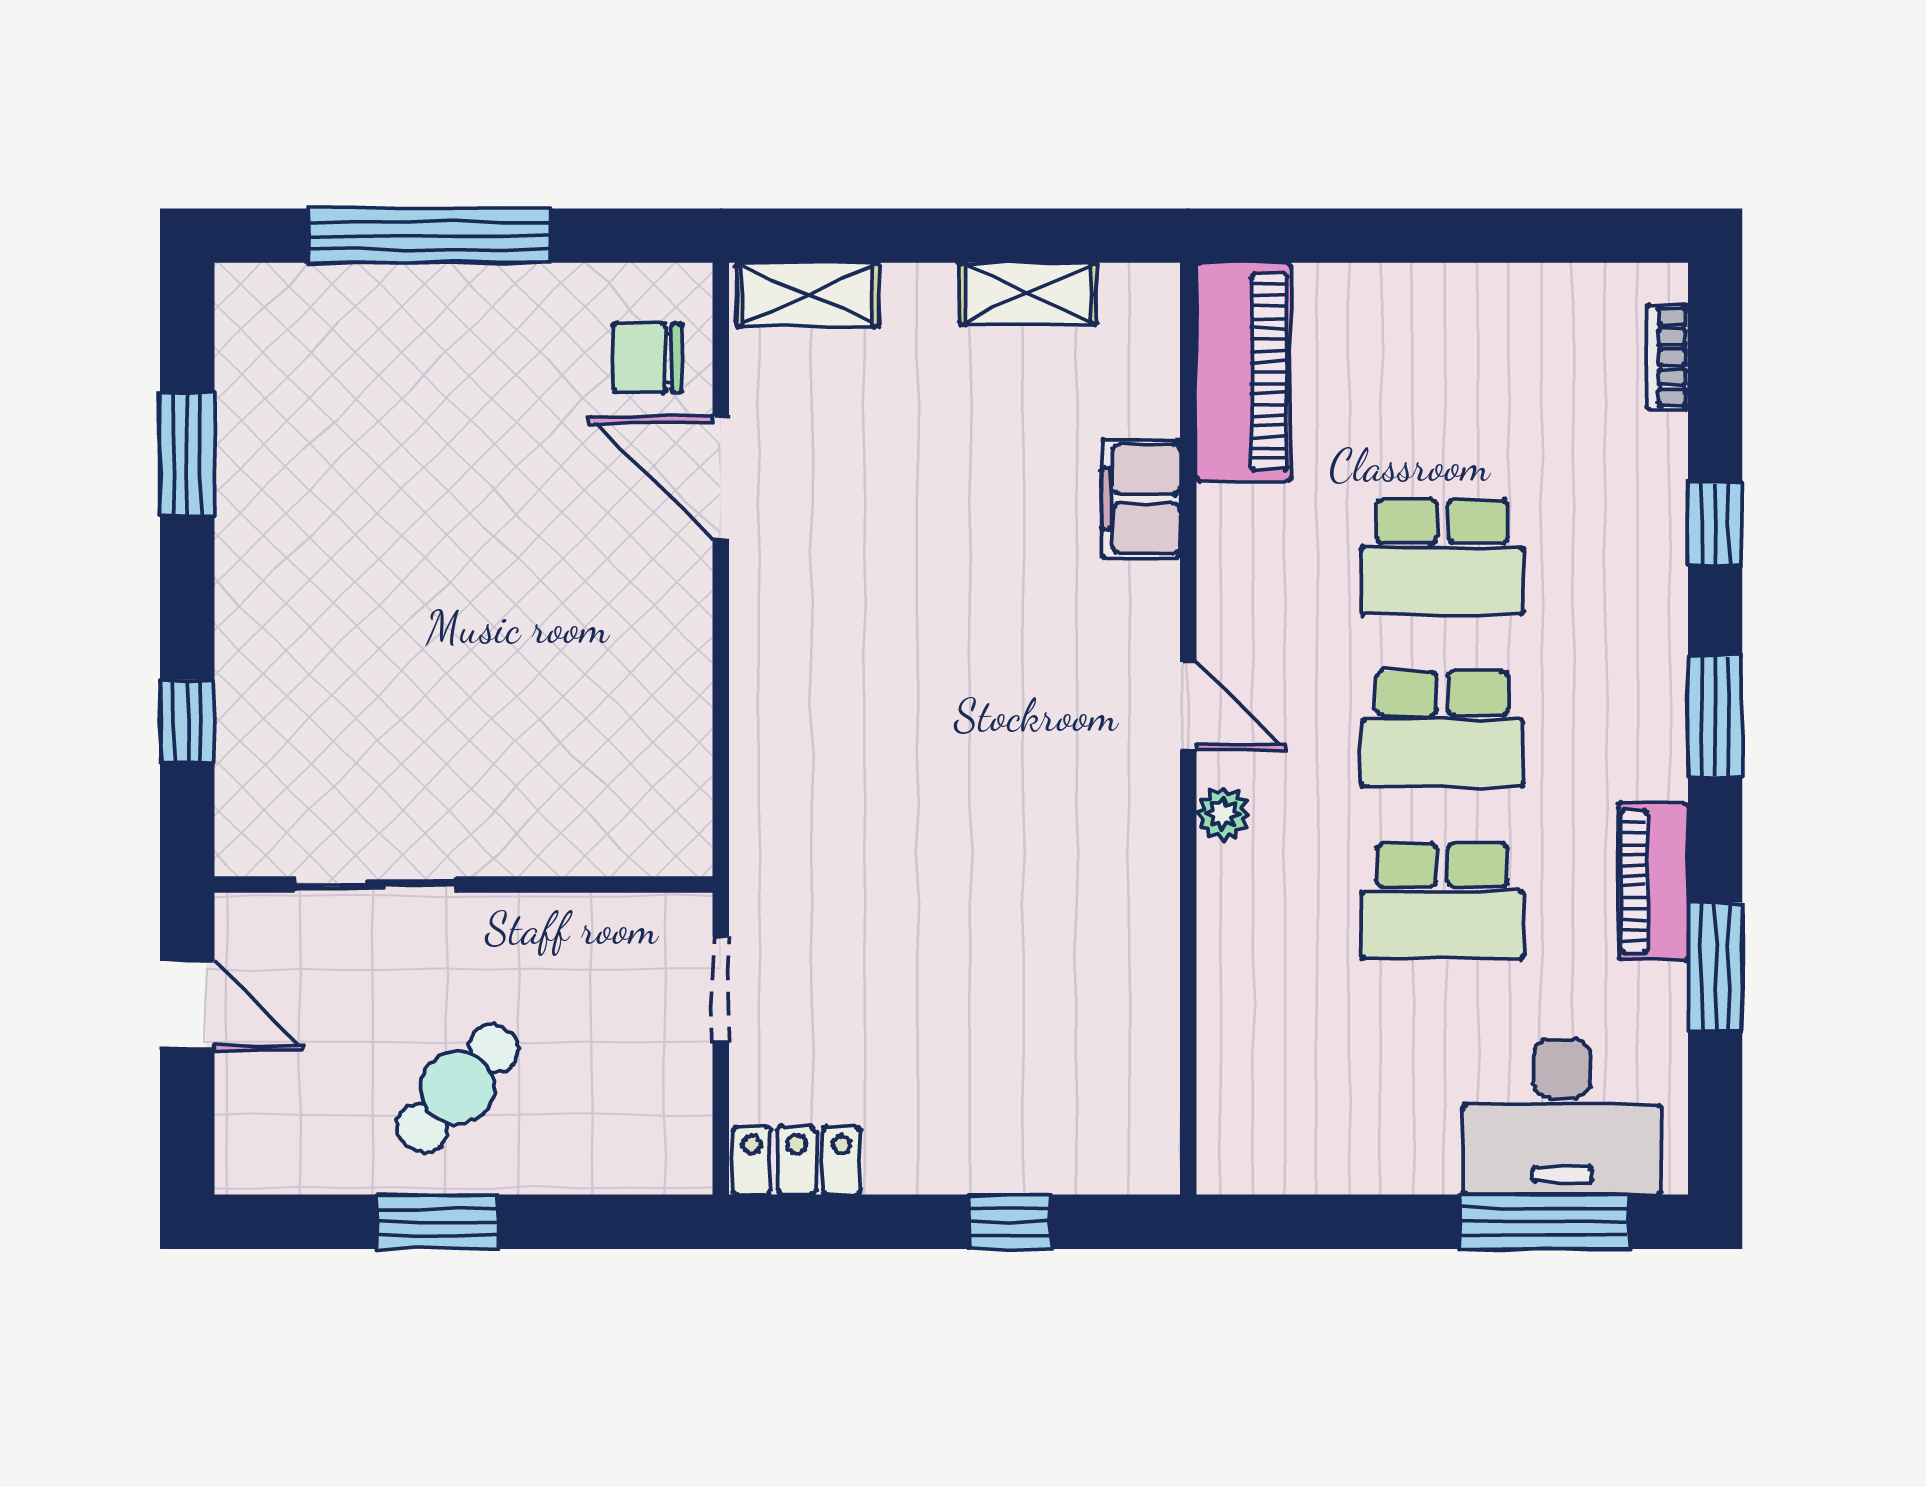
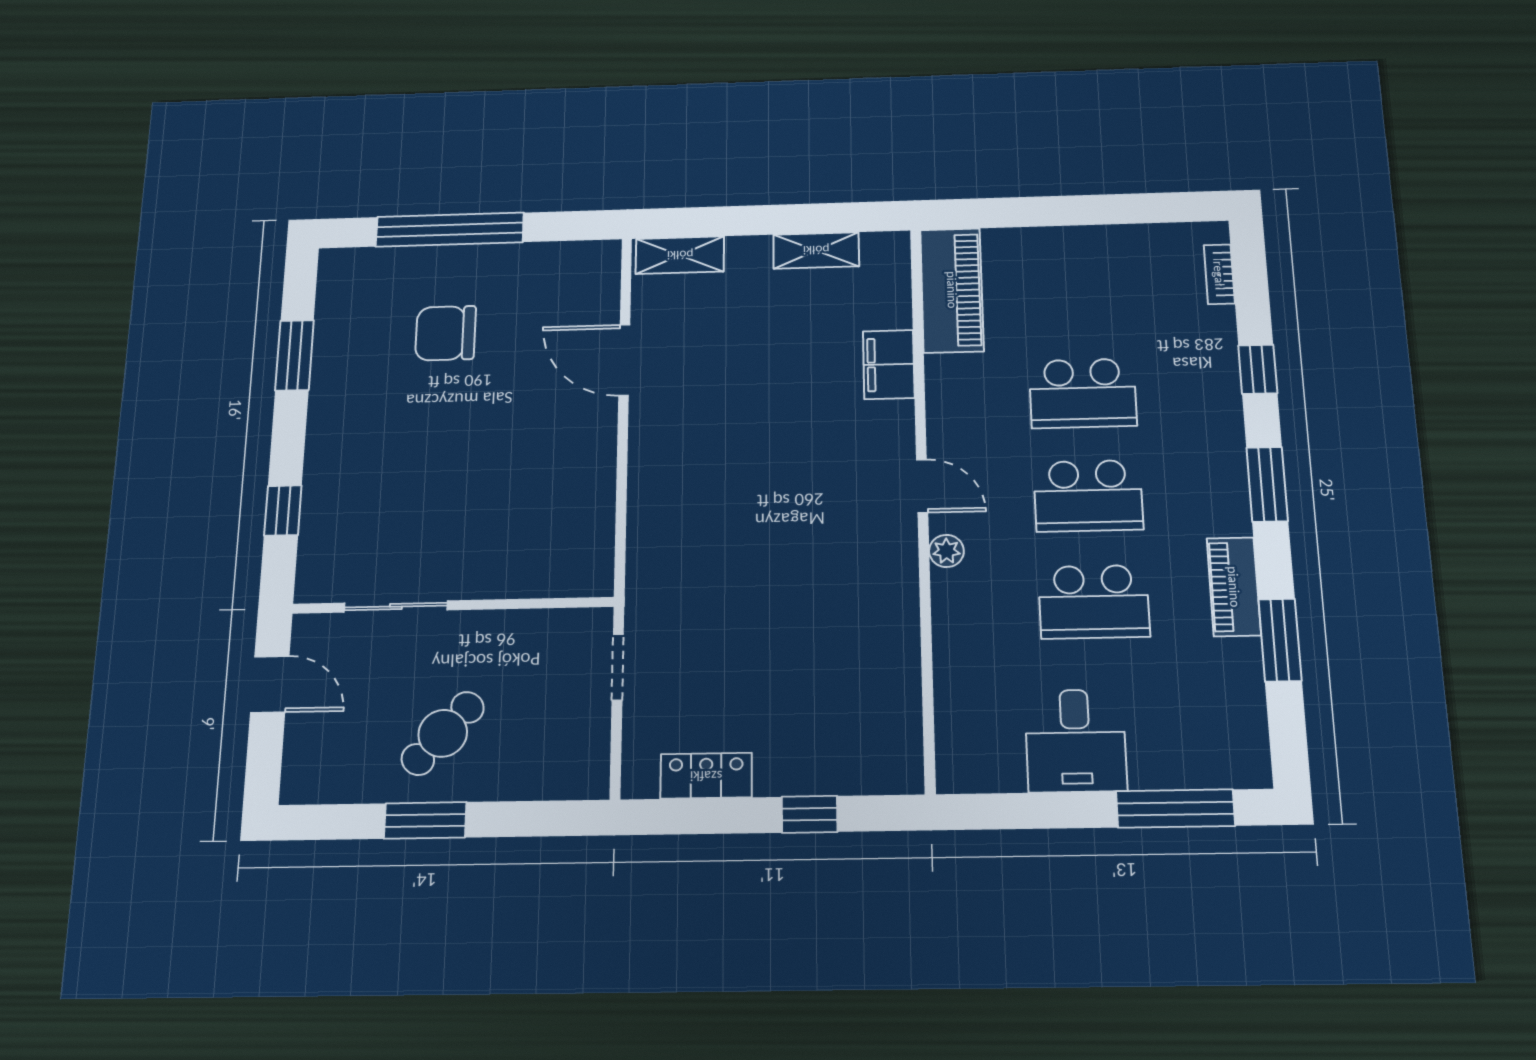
chair: (648, 358) -> (446, 333), moved, width x1.37, depth x1.37
desk: (1562, 1117) -> (1076, 741), moved, width x0.73
locker: (797, 1160) -> (706, 776), moved

